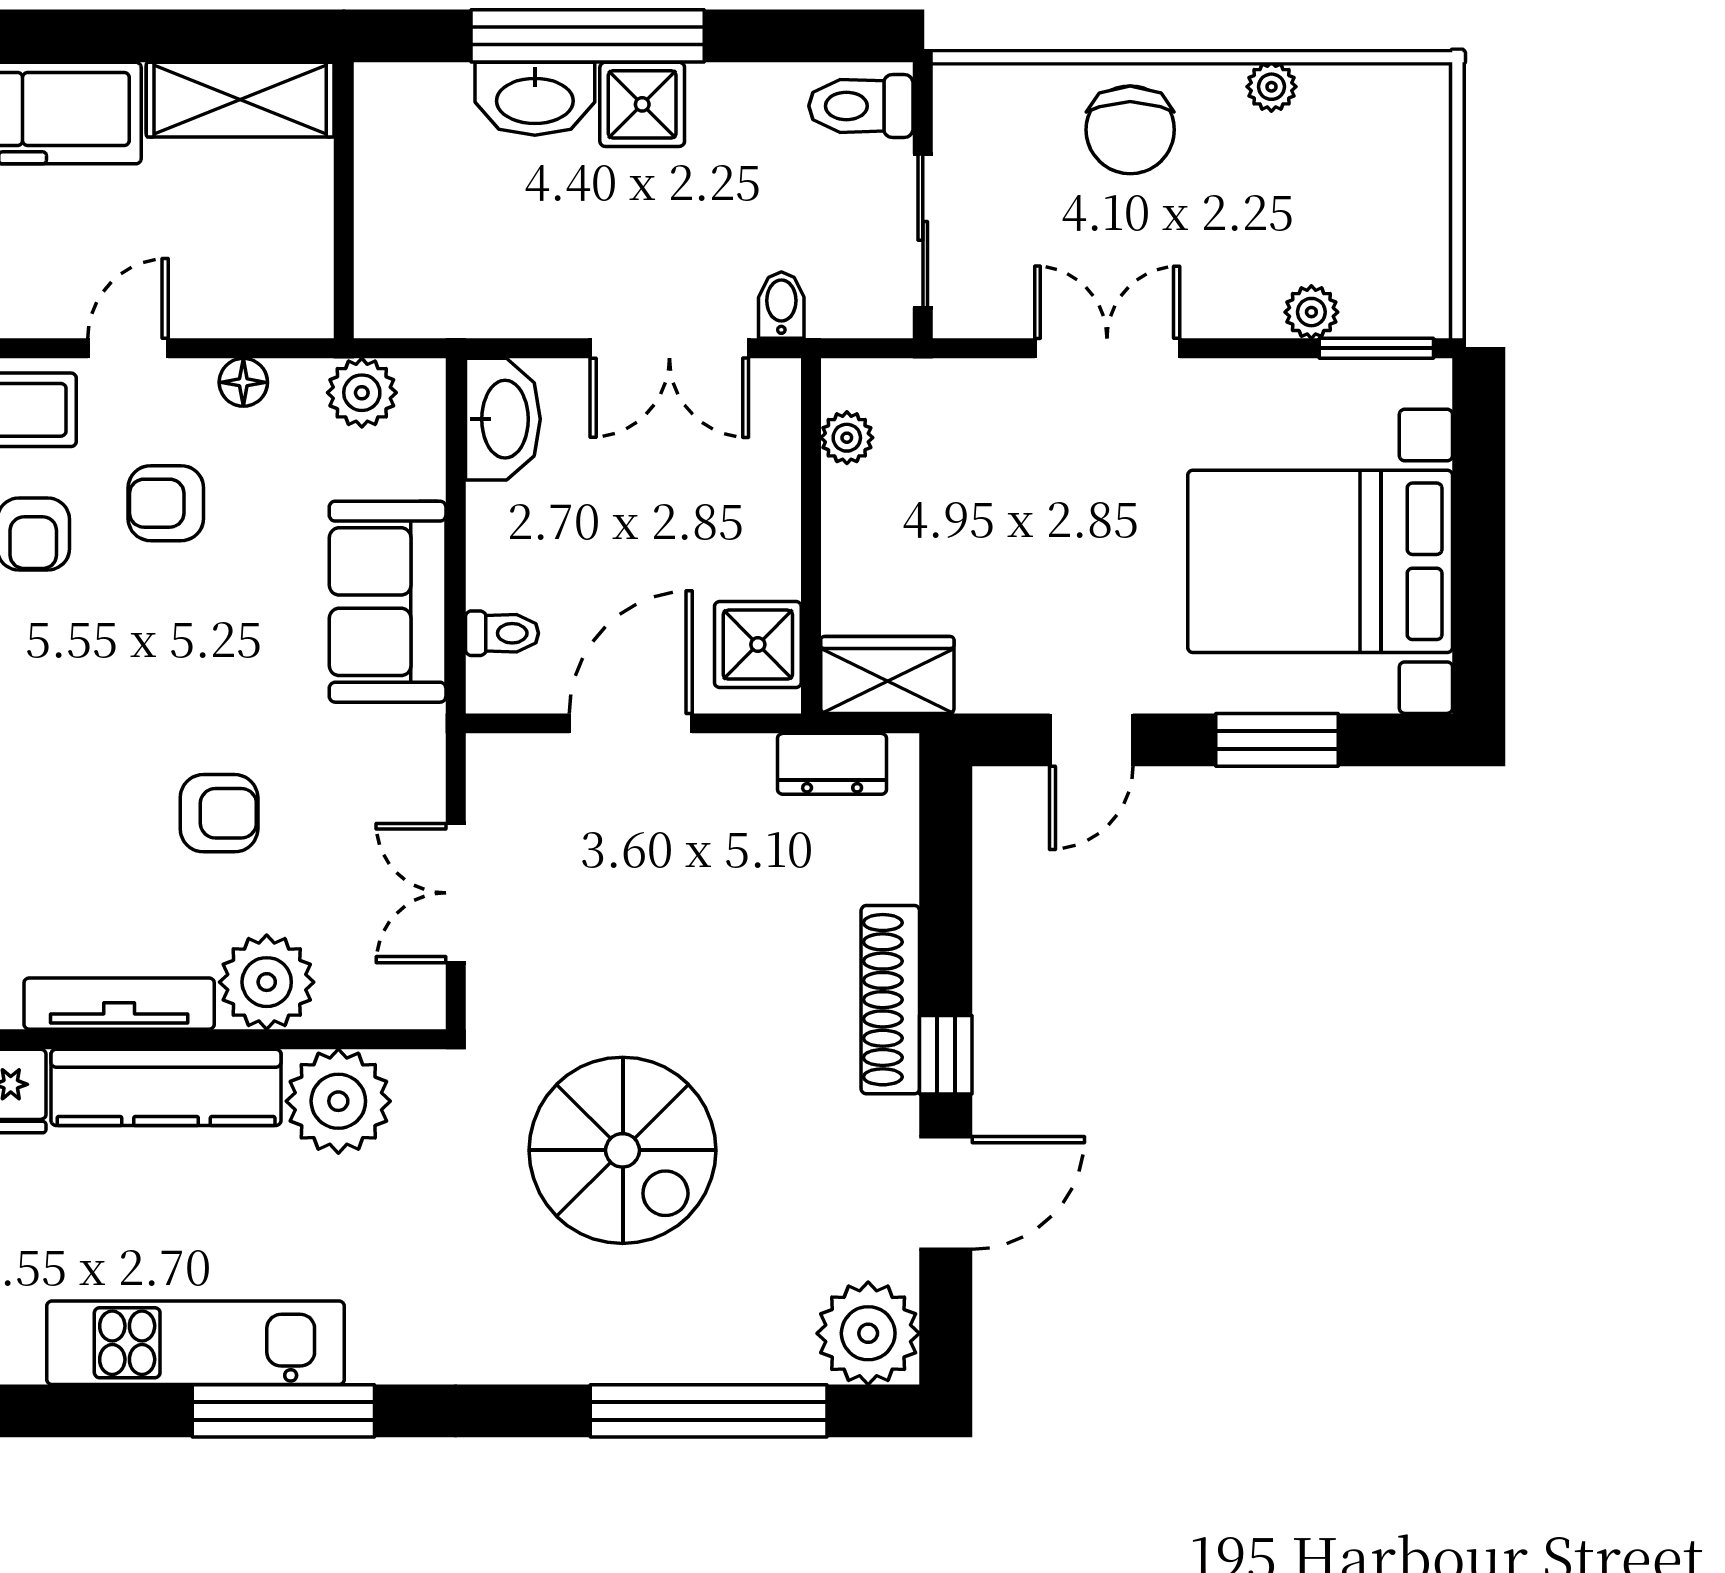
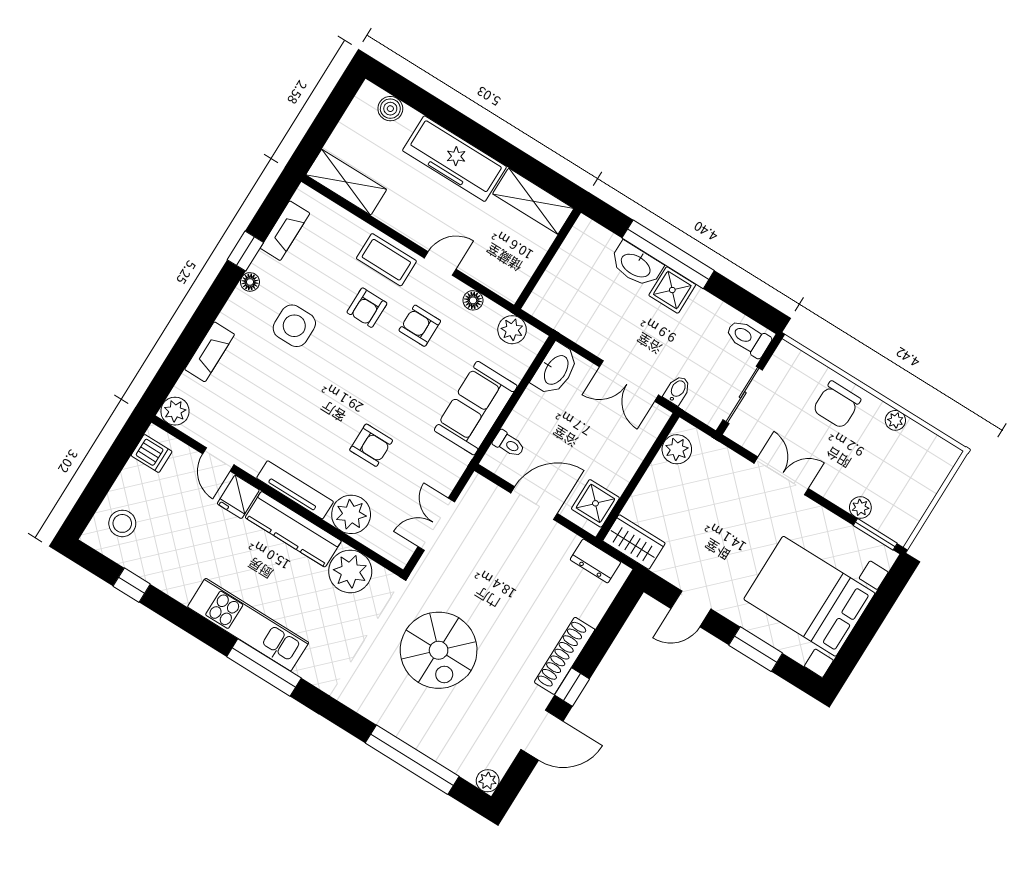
plant: (847, 438) -> (677, 449), width x1.38, depth x1.38
plant: (868, 1333) -> (488, 781), width x0.53, depth x0.53

